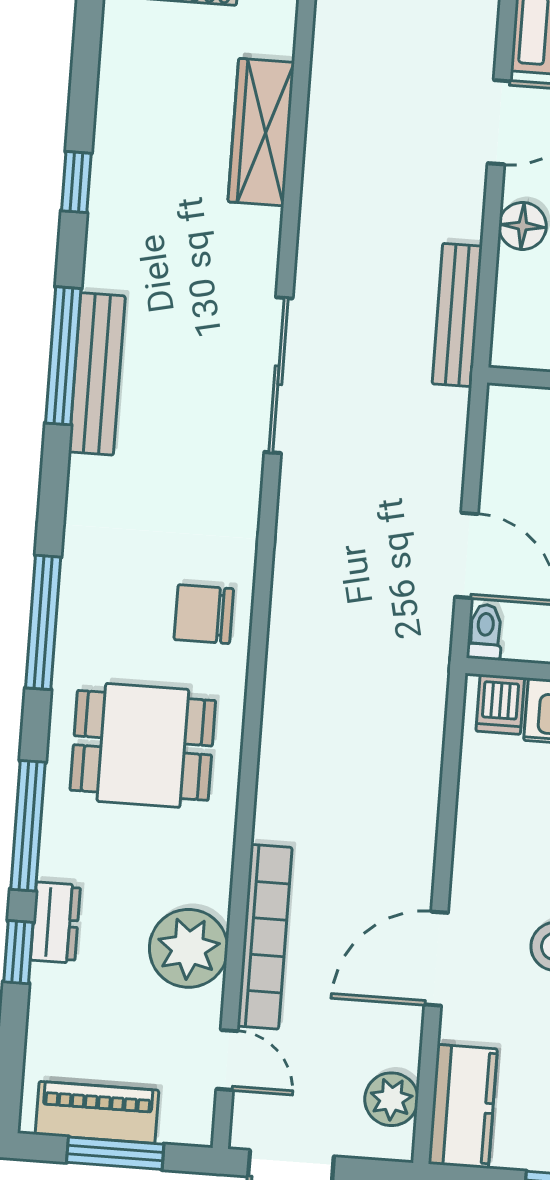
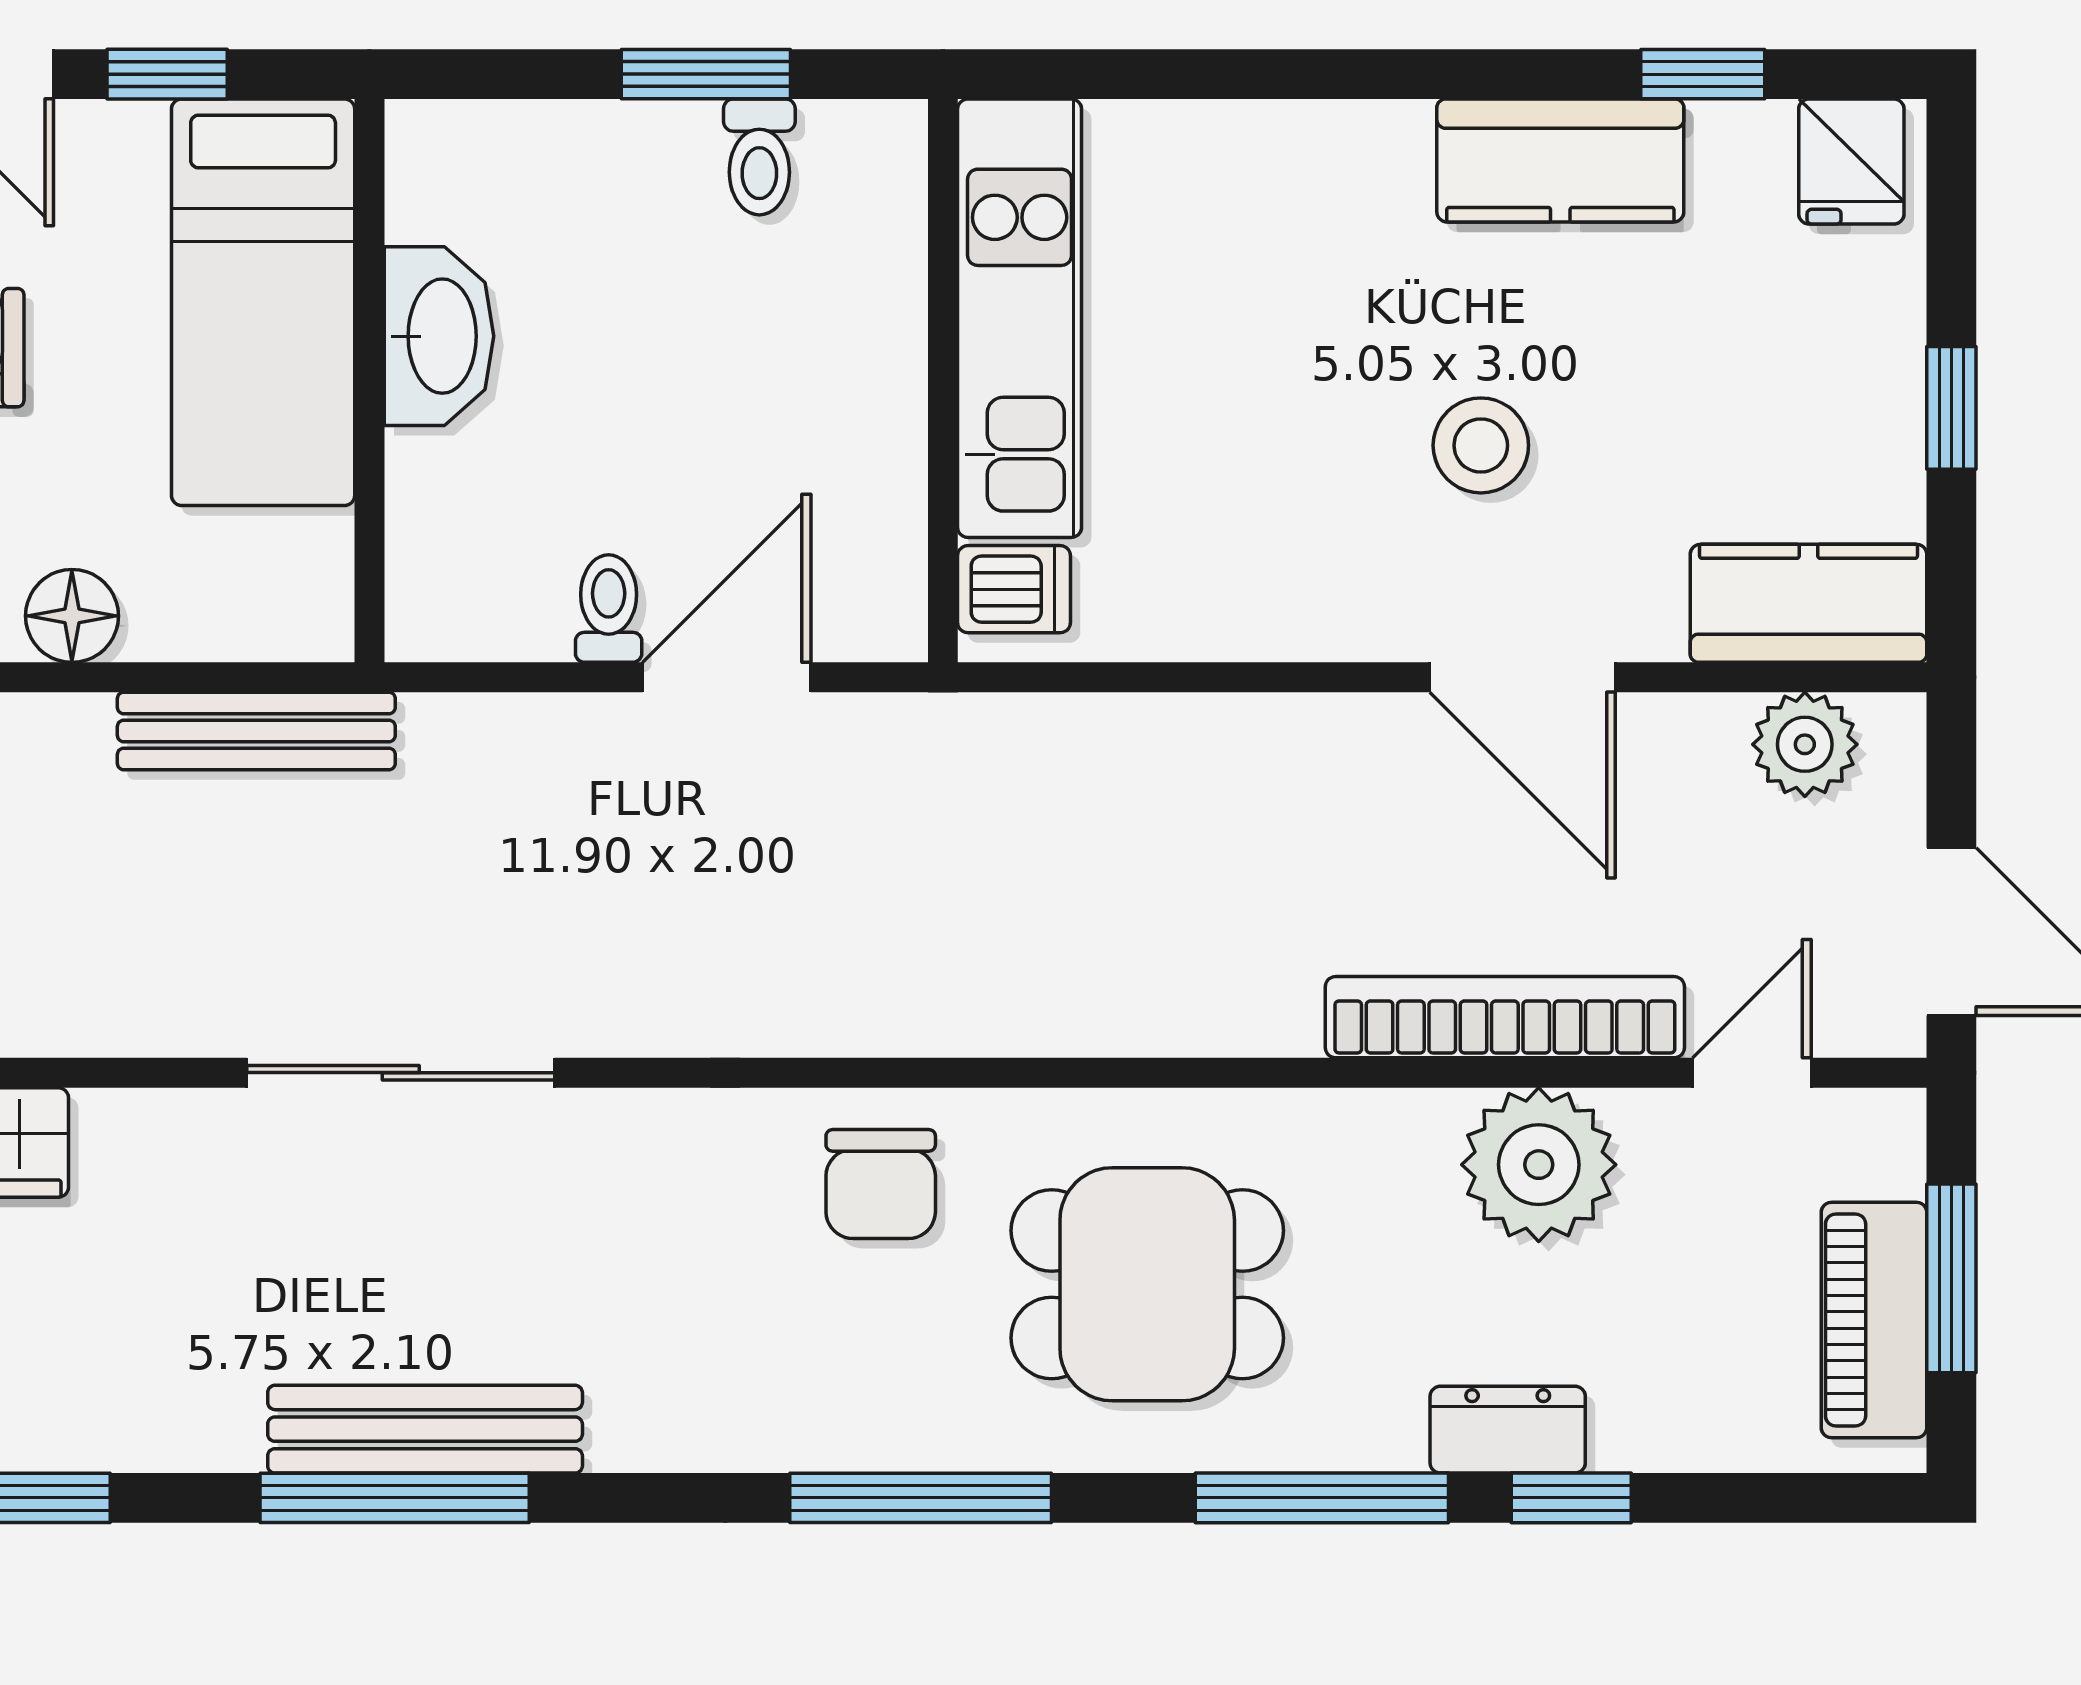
toilet: (485, 632) -> (609, 609), moved, turned 90
dining table: (143, 745) -> (1147, 1284), turned 90

